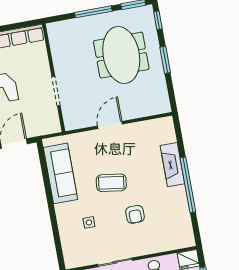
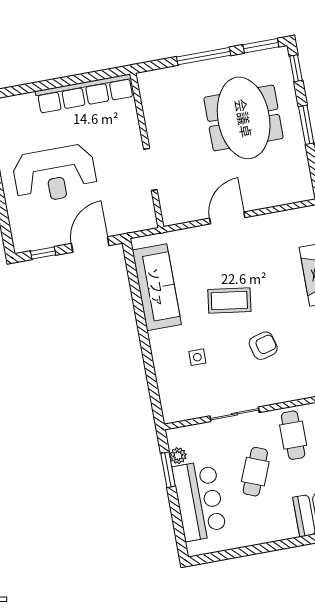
armchair: (135, 214) -> (263, 346), turned -105

